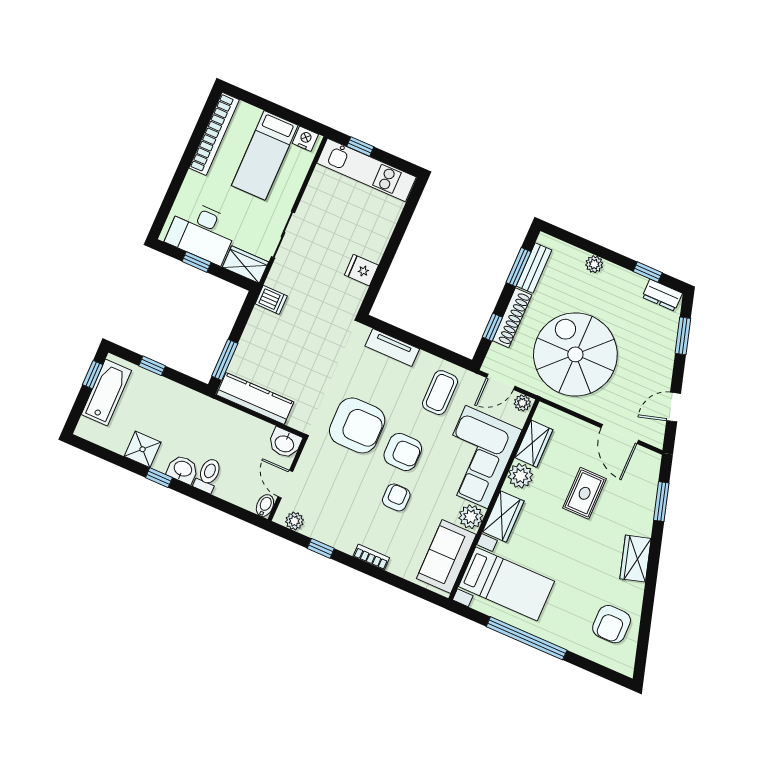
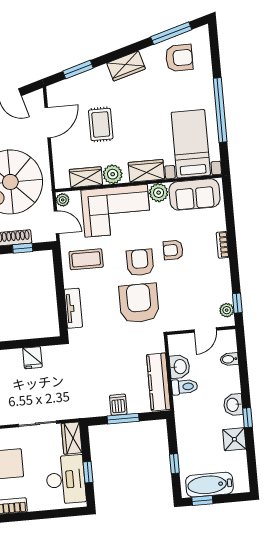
dishwasher: (271, 300) -> (118, 405), moved
window: (225, 360) -> (123, 419), moved
washbasin: (285, 443) -> (180, 367), moved
toilet: (208, 475) -> (185, 387), moved, turned 180
rug: (585, 493) -> (101, 124), turned 90
bidet: (265, 506) -> (229, 359), moved
window: (321, 548) -> (237, 303), moved
window: (645, 630) -> (171, 33), added

